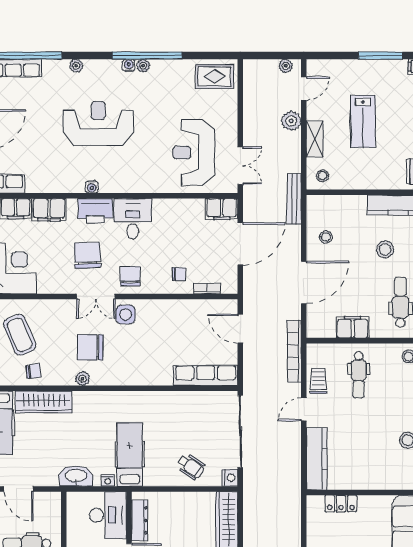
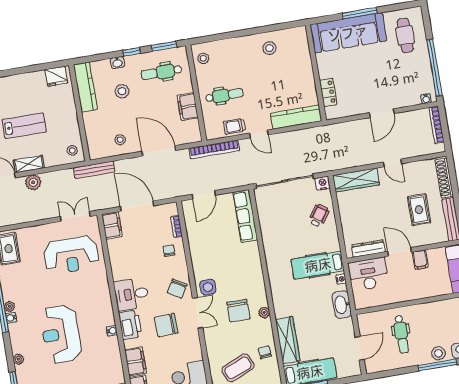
shelving: (315, 139) -> (29, 164), moved
chair: (130, 276) -> (177, 289), turned -59

